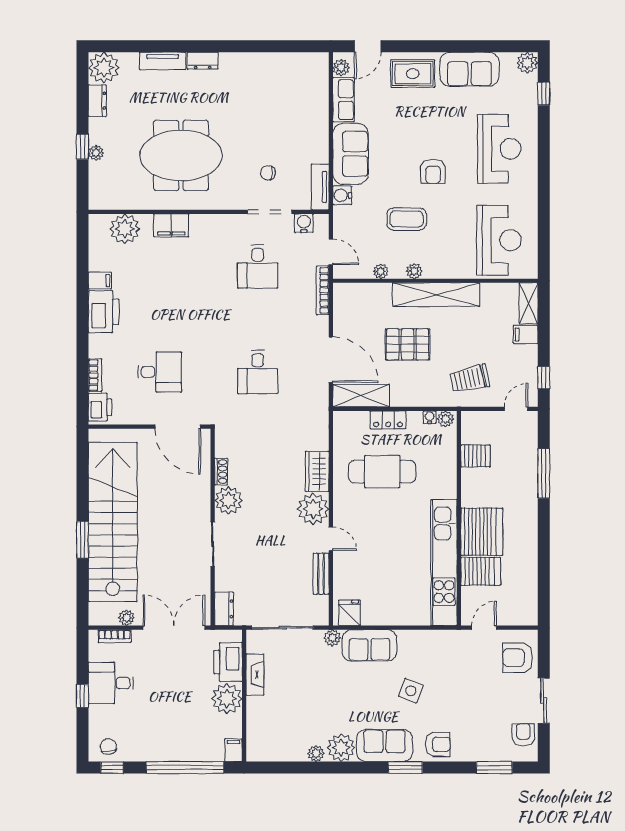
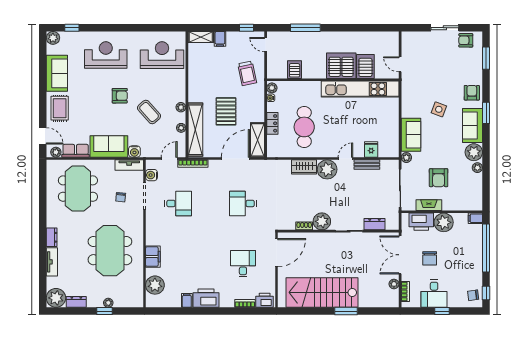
meeting table: (282, 103) -> (78, 189), added
coffee table: (407, 219) -> (149, 112), turned -42
shelving: (436, 295) -> (195, 130), moved
desk: (258, 372) -> (243, 203), turned 180
stairs: (113, 522) -> (322, 292), width x0.73
dresser: (224, 609) -> (375, 224), moved
fridge: (349, 613) -> (371, 149), moved, turned 90
armchair: (518, 658) -> (439, 178), moved
chair: (168, 676) -> (430, 258), added

